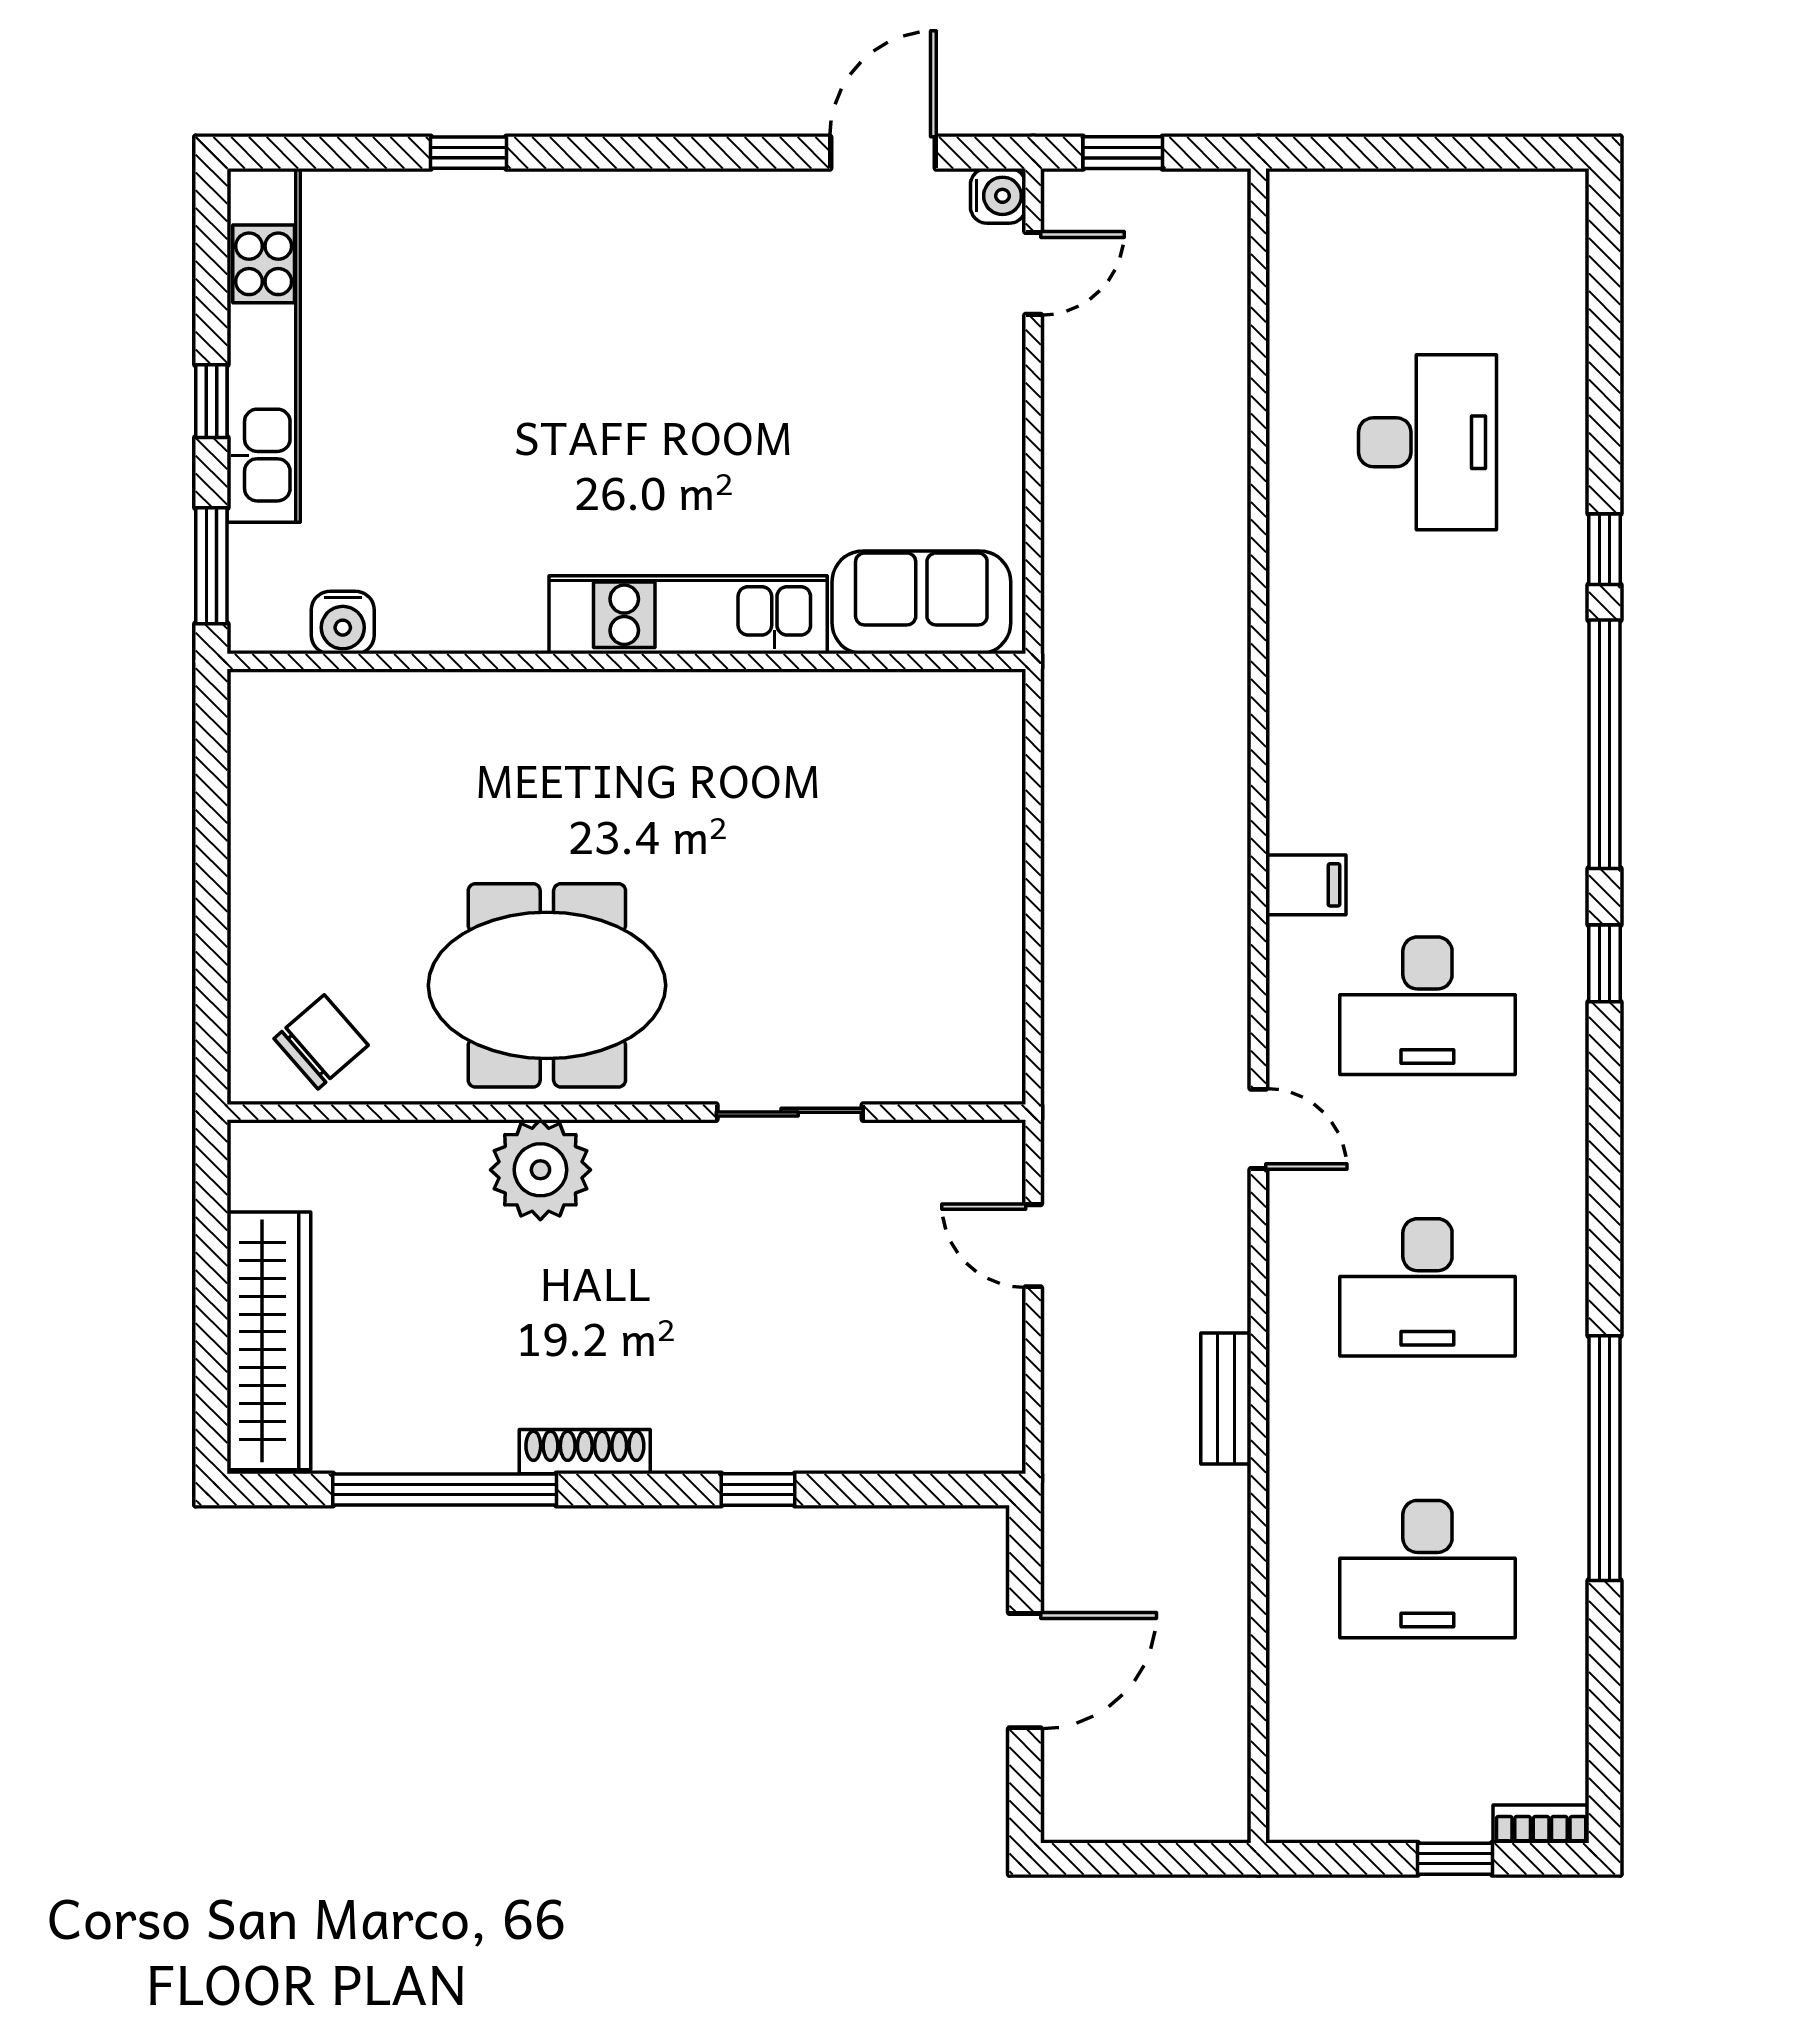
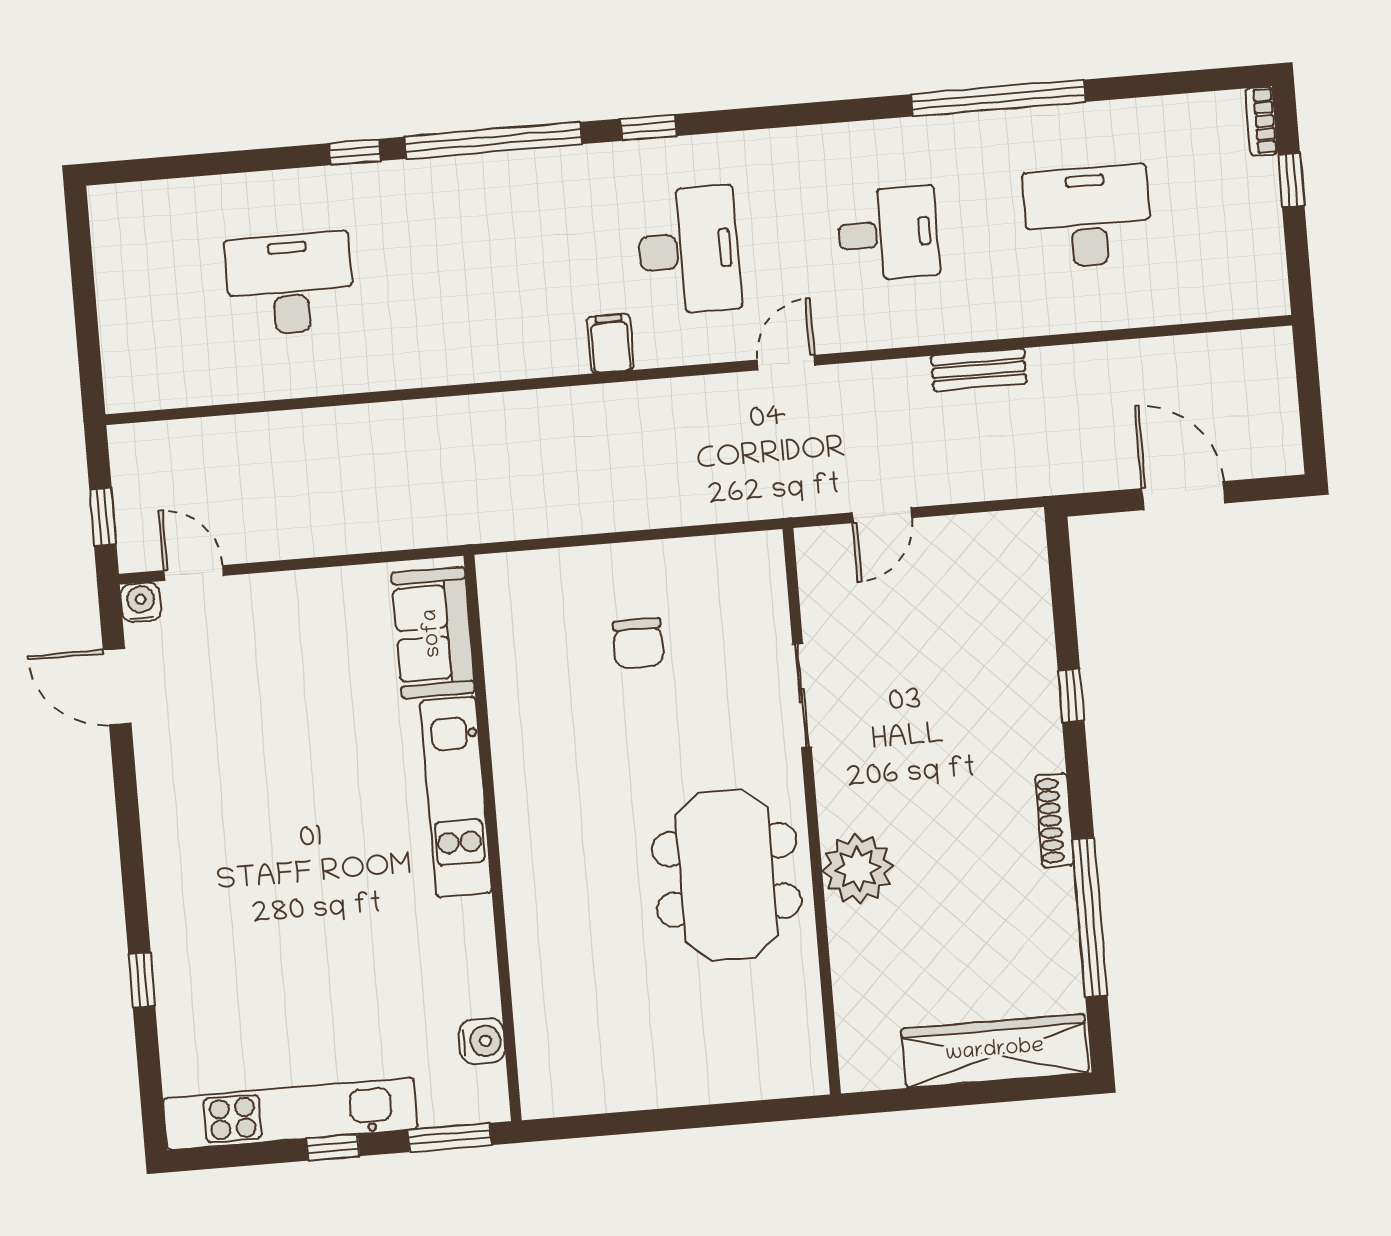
chair: (321, 1042) -> (638, 643), moved, turned -139
desk: (1427, 1287) -> (888, 234), width x0.73
desk: (1427, 1569) -> (1088, 217), turned -90

